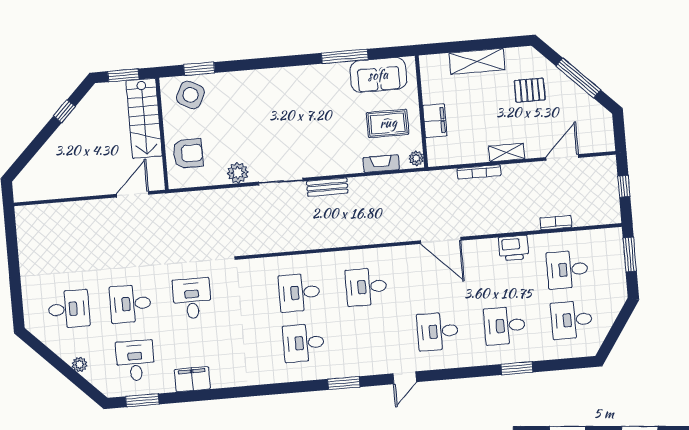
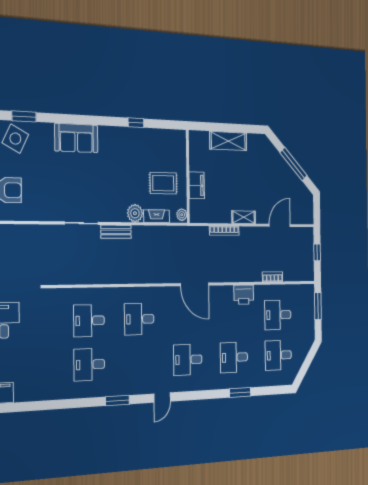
window: (345, 56) -> (136, 123), width x0.46
sofa: (378, 75) -> (76, 138), moved
pallet: (530, 90) -> (262, 169), removed
plant: (238, 173) -> (135, 213), moved

